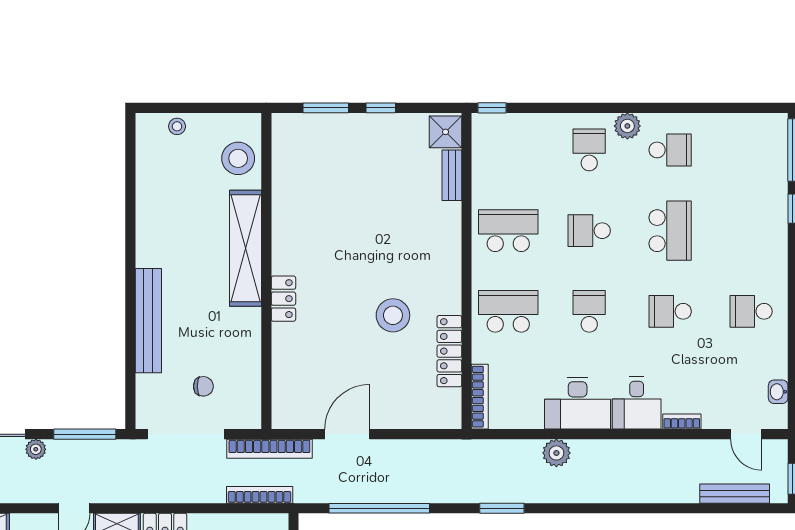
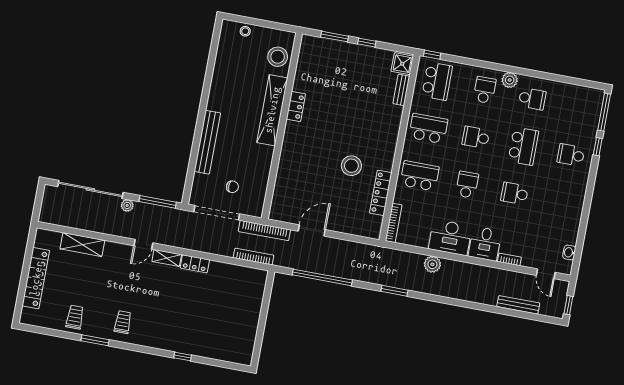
school desk: (508, 150) -> (437, 81), added
locker: (283, 299) -> (296, 106), moved
school desk: (751, 311) -> (571, 155), moved
bench: (735, 494) -> (518, 305), moved

